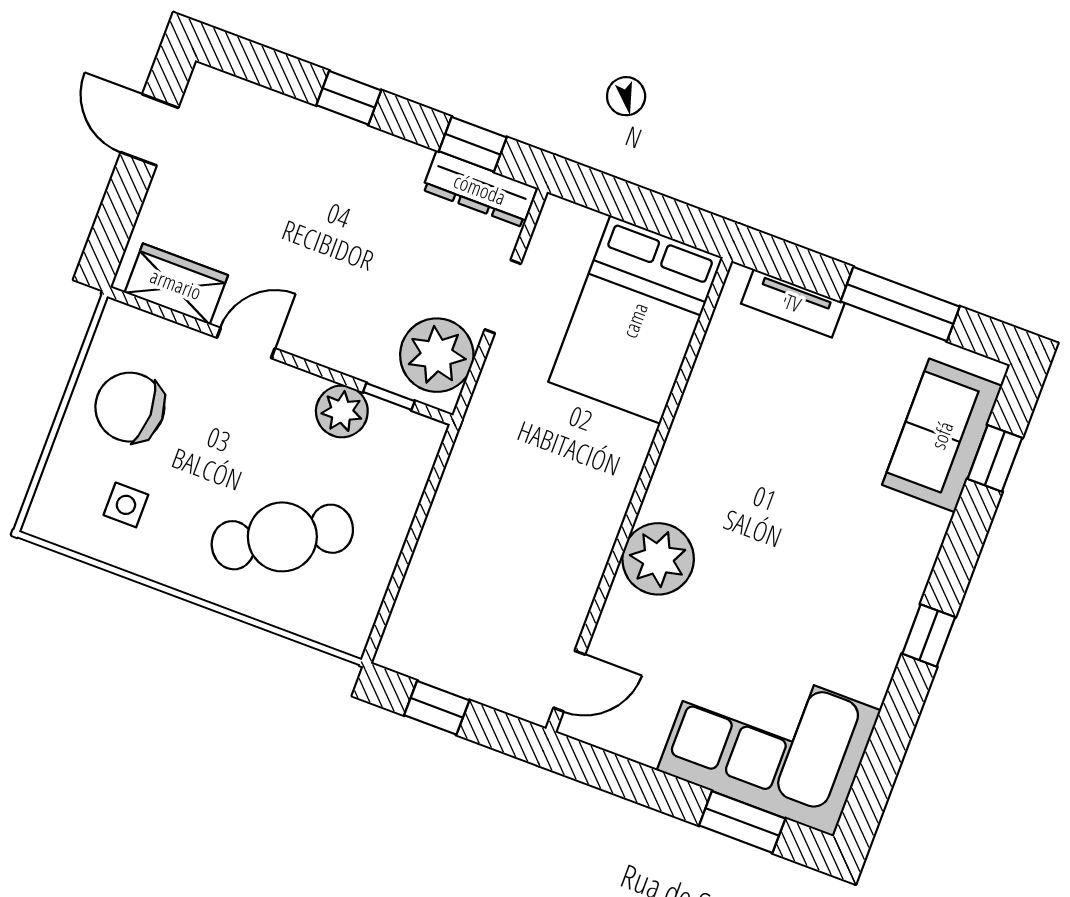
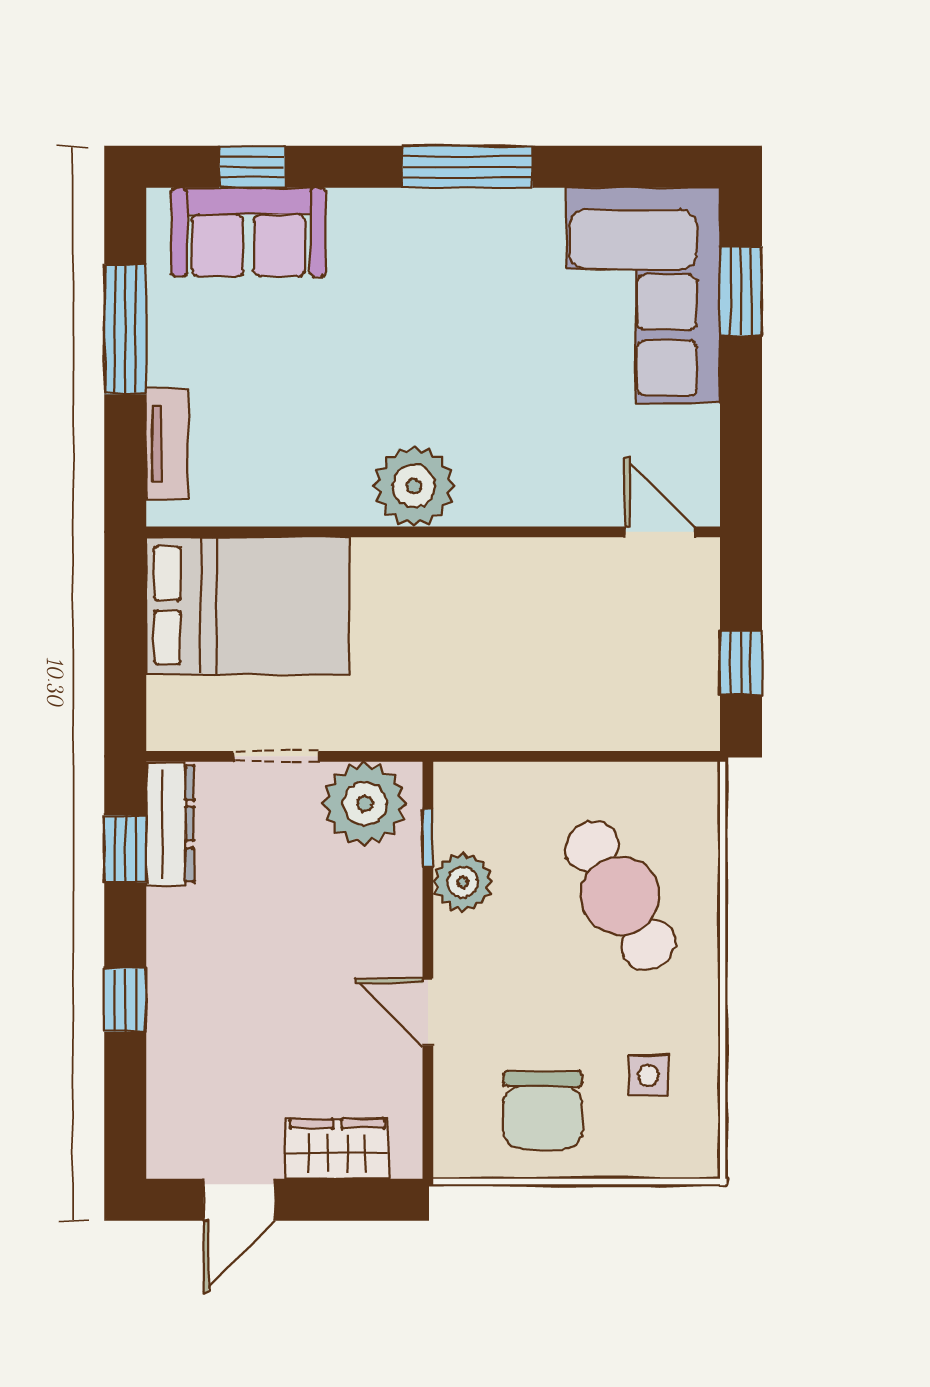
wardrobe: (176, 284) -> (337, 1149), moved, turned 90
plant: (658, 559) -> (414, 486), moved
window: (929, 635) -> (468, 167), width x2.17

